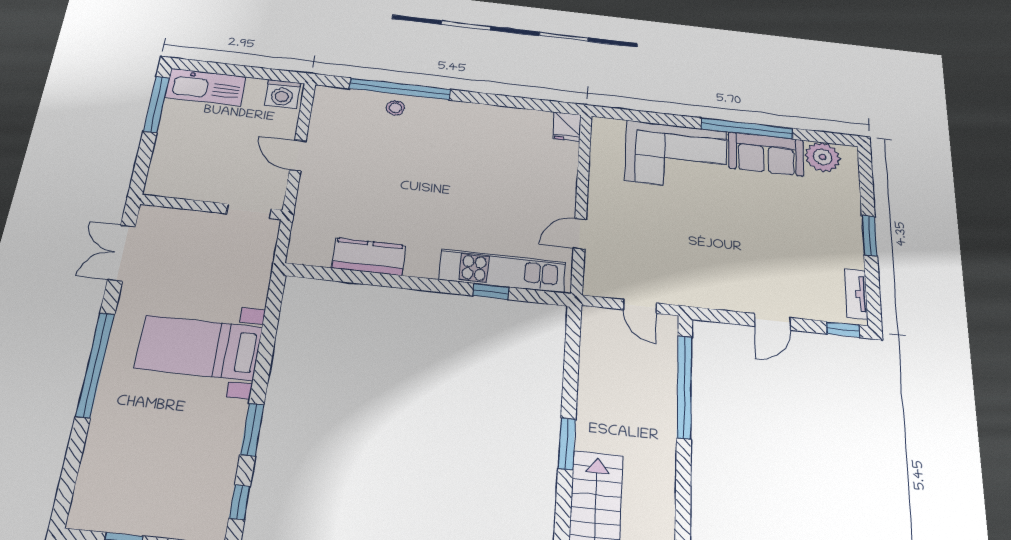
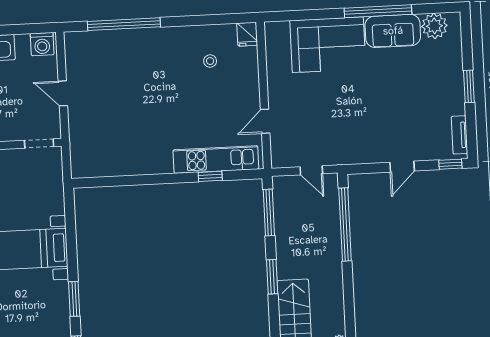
stool: (395, 108) -> (210, 61), moved
kitchen counter: (369, 257) -> (125, 164), removed
window: (572, 353) -> (269, 213), added

